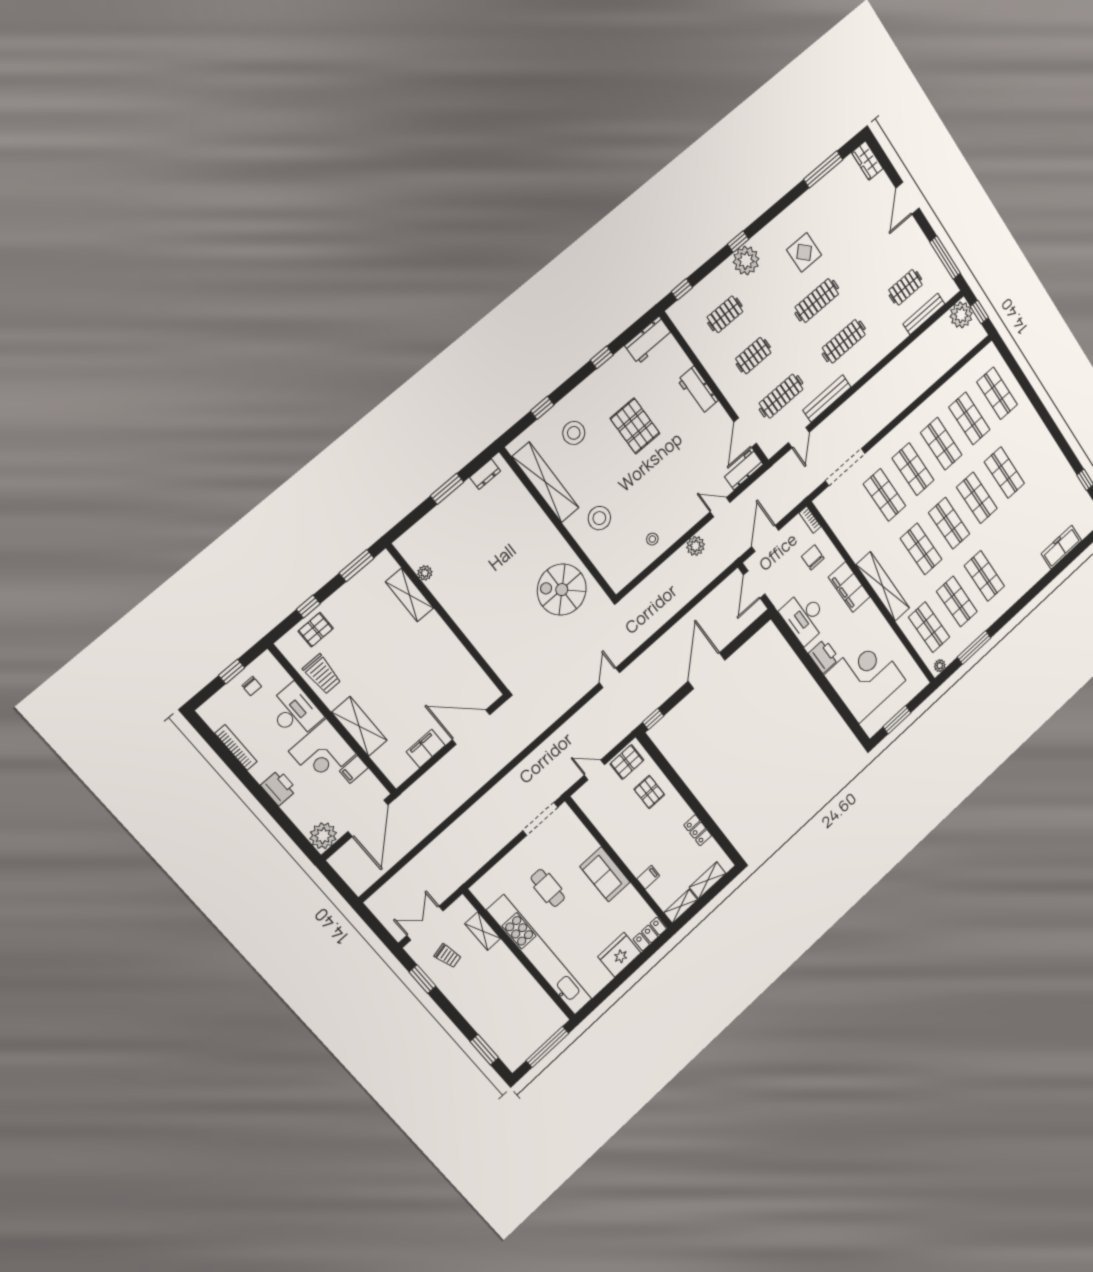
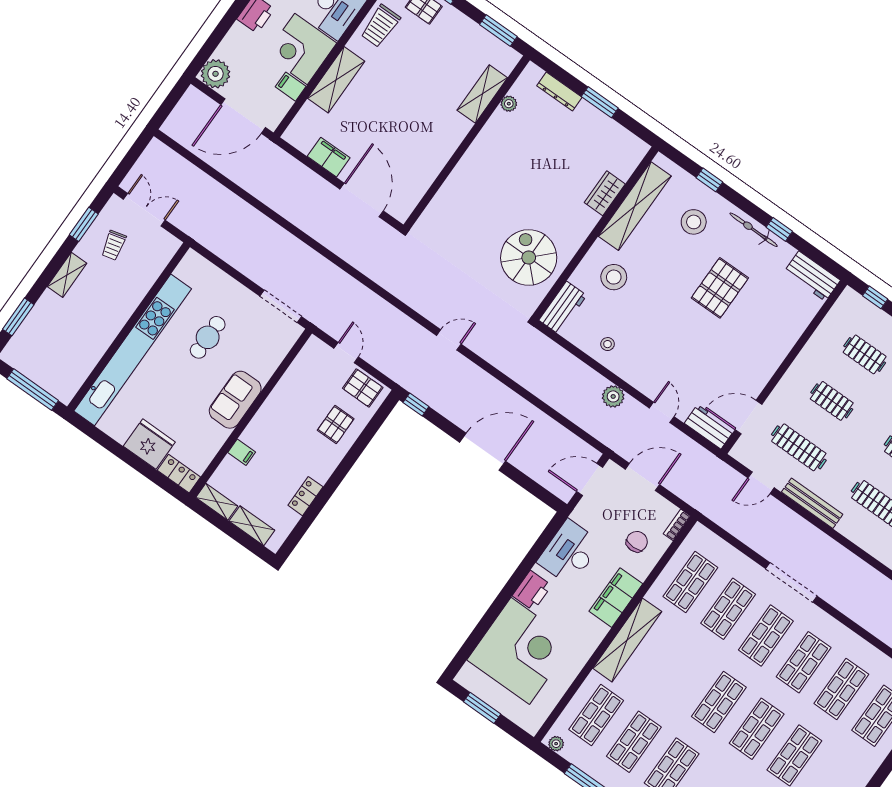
bicycle: (596, 381) -> (754, 230), added
workbench: (698, 390) -> (563, 308), moved, turned 180
doorway: (845, 467) -> (791, 582), moved
dresser: (485, 474) -> (559, 92), moved, width x1.44
wardrobe: (527, 506) -> (605, 193), added
shop shelf: (921, 549) -> (690, 582), moved
shelving: (483, 931) -> (67, 275), moved

